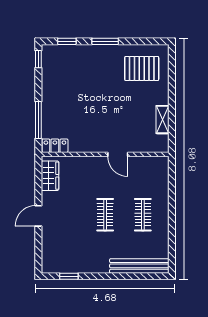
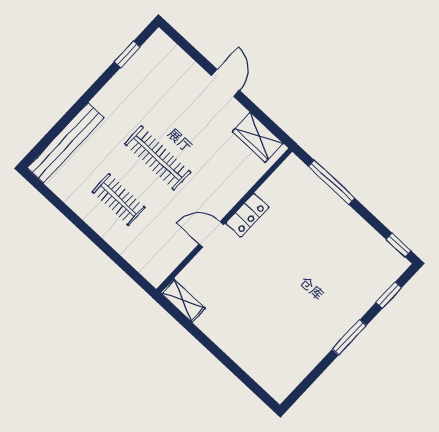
pallet: (142, 68) -> (281, 350), removed
shelving: (162, 120) -> (183, 300), moved
locker: (55, 146) -> (247, 215), moved
clothes rail: (105, 215) -> (158, 158), width x1.36

